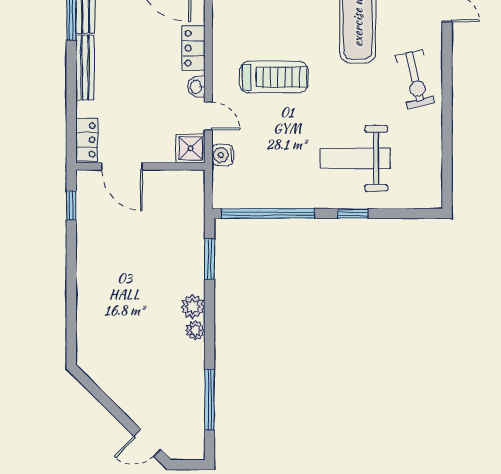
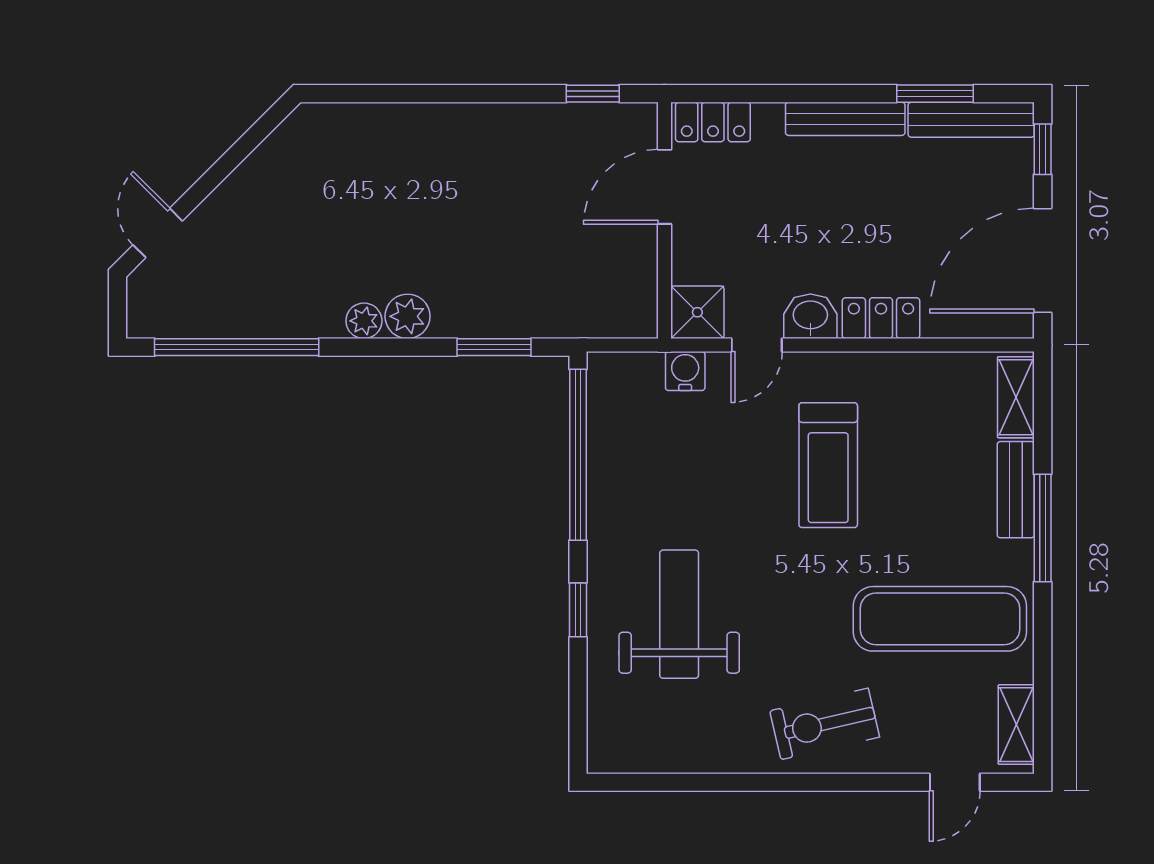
washbasin: (196, 87) -> (810, 316), width x1.38, depth x1.45
window: (210, 400) -> (237, 347), width x1.46

